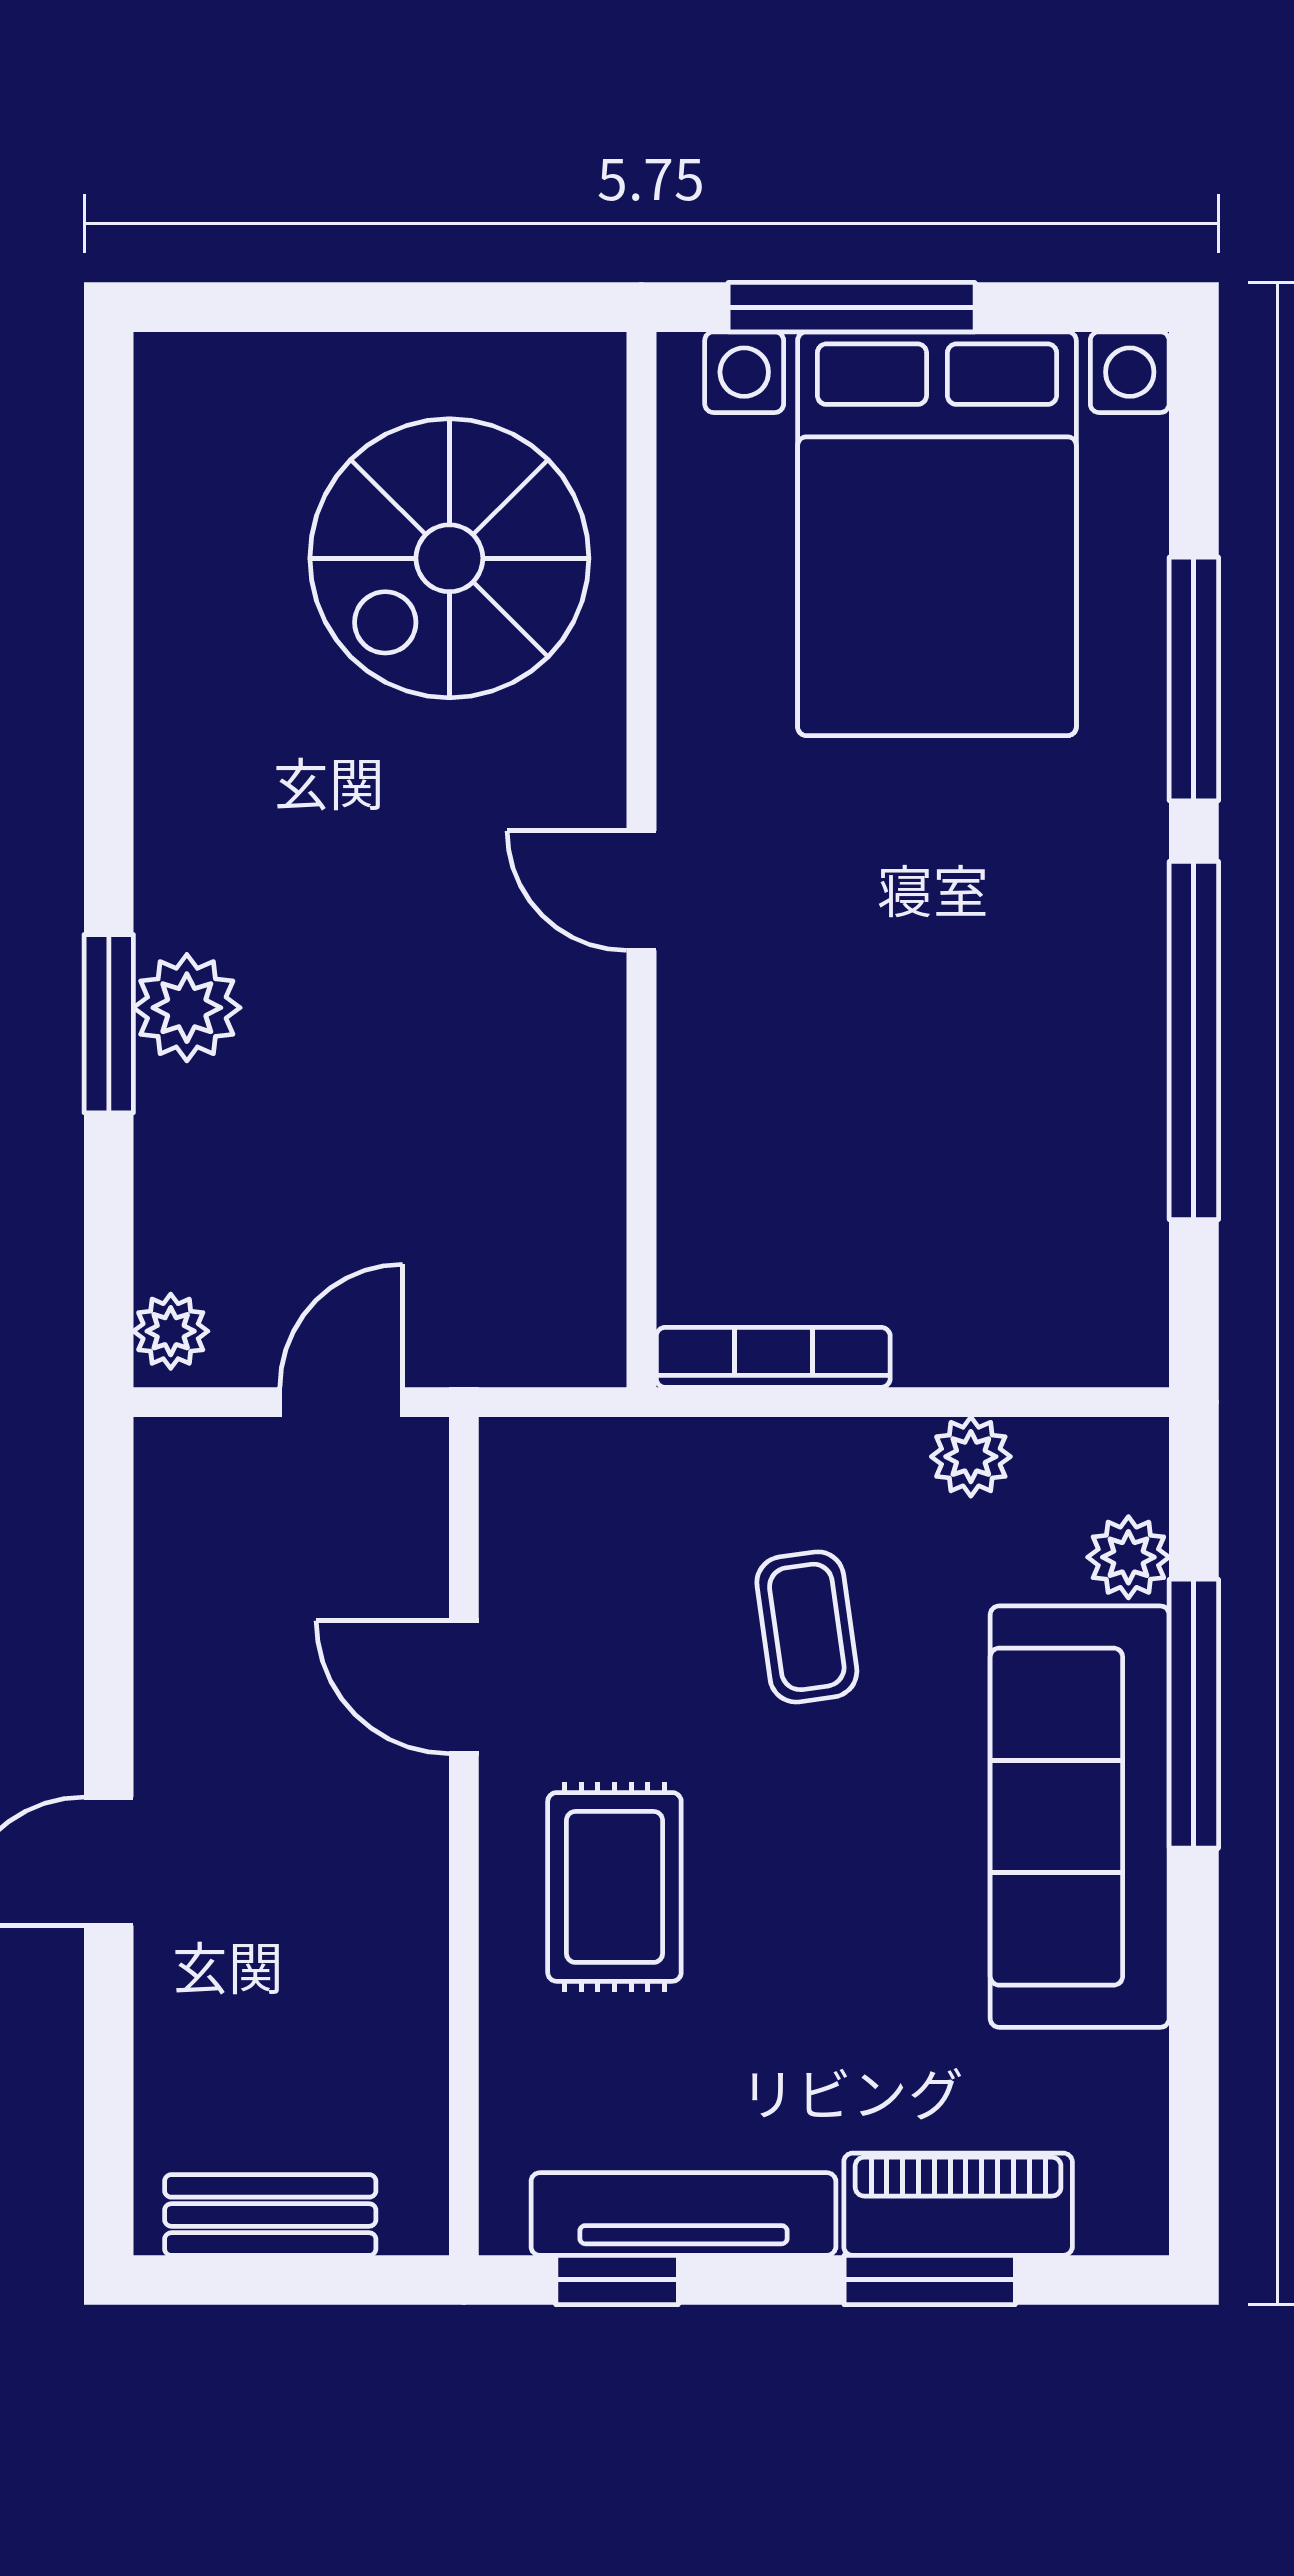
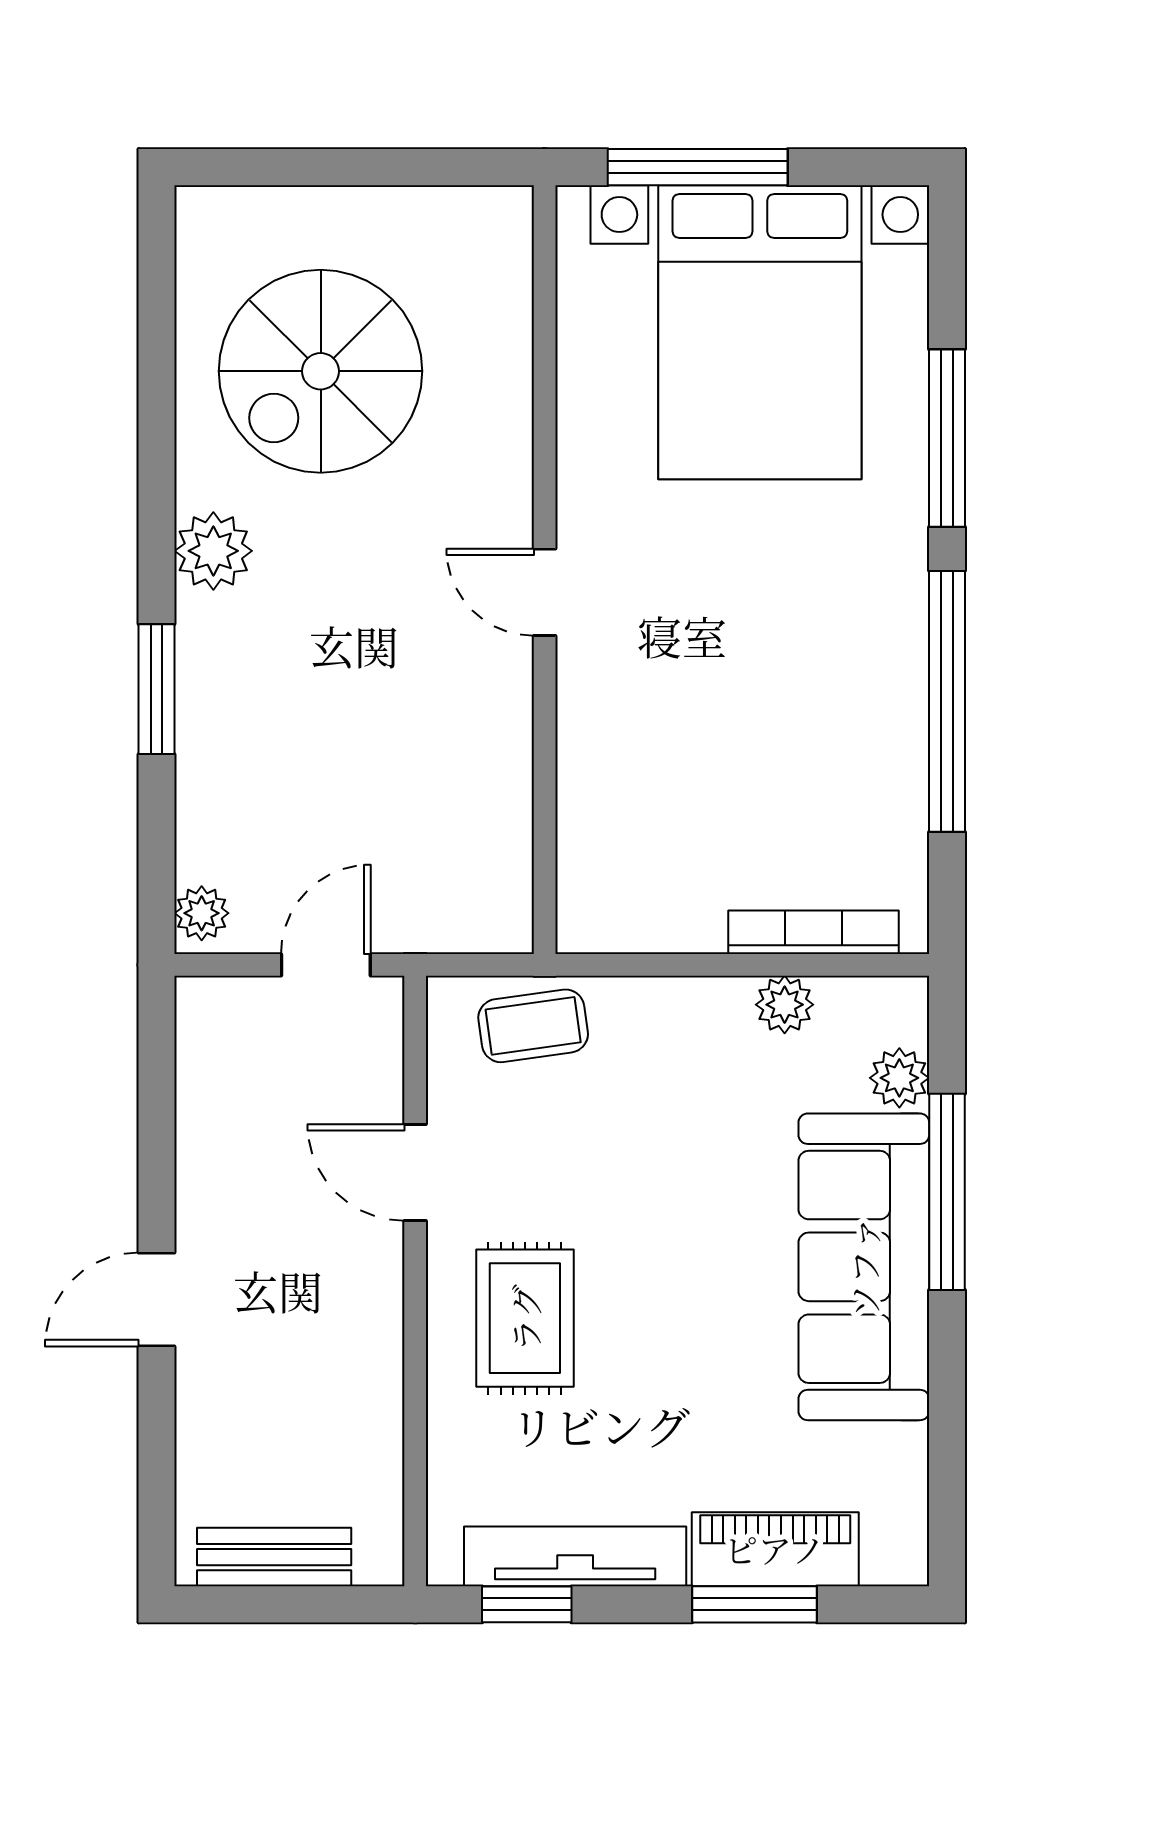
spiral stairs: (449, 558) -> (321, 371), moved
plant: (187, 1008) -> (213, 551), moved
bookcase: (773, 1357) -> (814, 932), moved
coffee table: (807, 1627) -> (533, 1026), moved, turned 90

